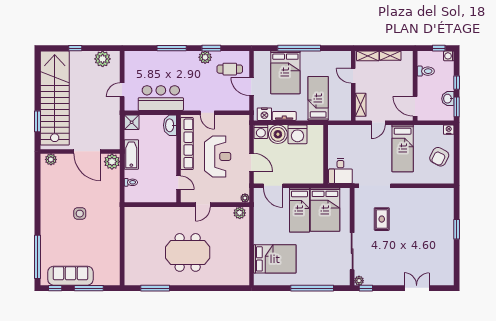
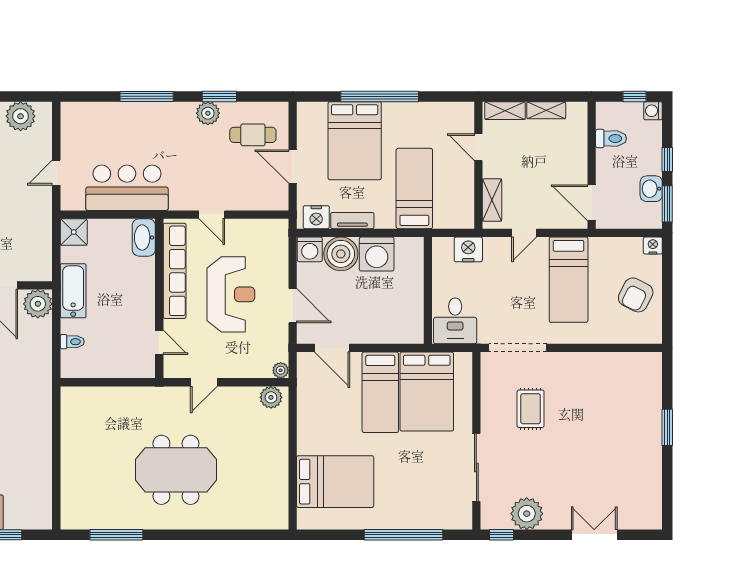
nightstand: (348, 132) -> (468, 249), added
plant: (359, 281) -> (527, 514), moved, width x1.88, depth x1.88

